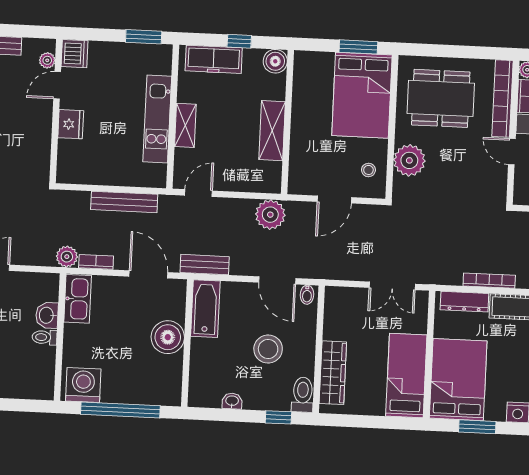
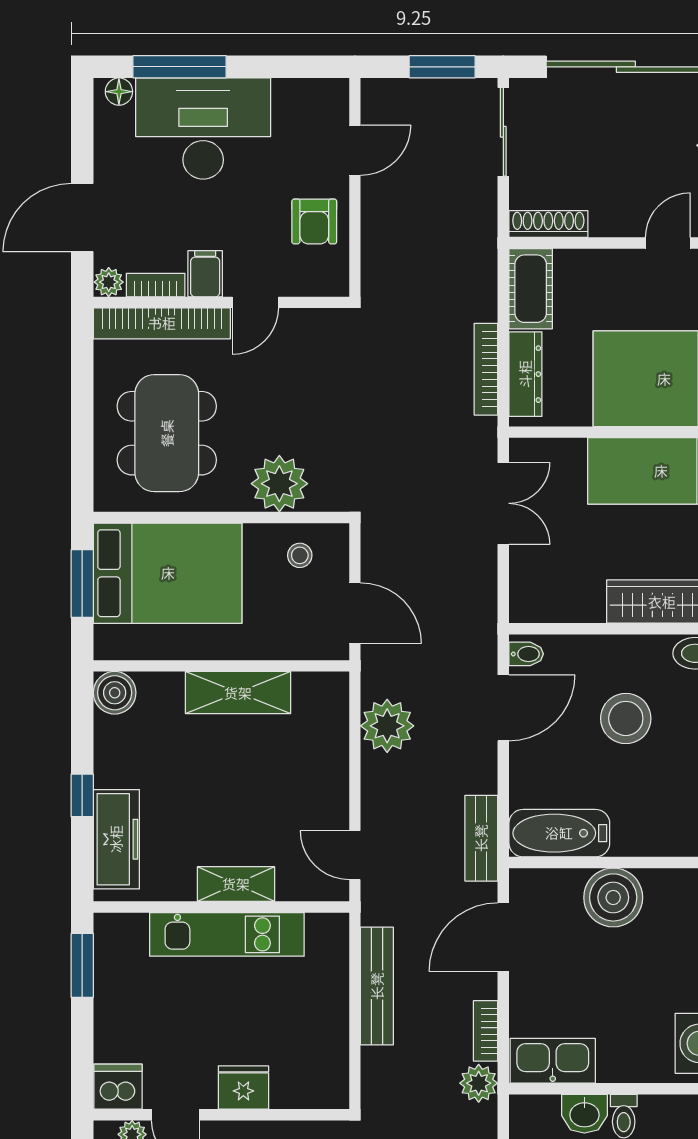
boiler: (275, 61) -> (115, 693), moved
wall: (288, 122) -> (221, 666), moved
shelving: (272, 131) -> (238, 693), moved
bookcase: (489, 281) -> (486, 369), moved

